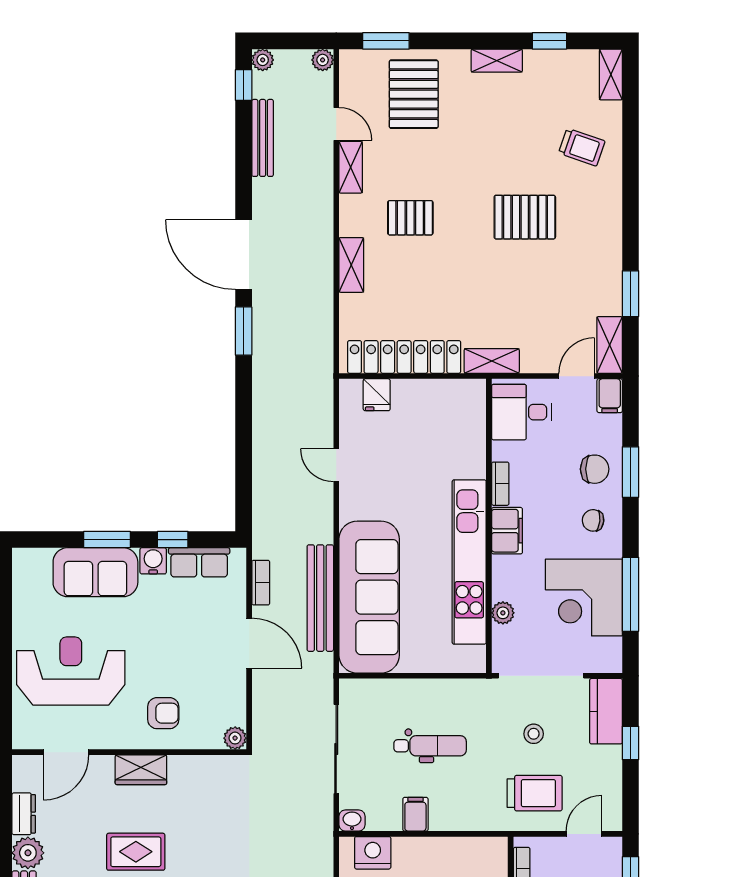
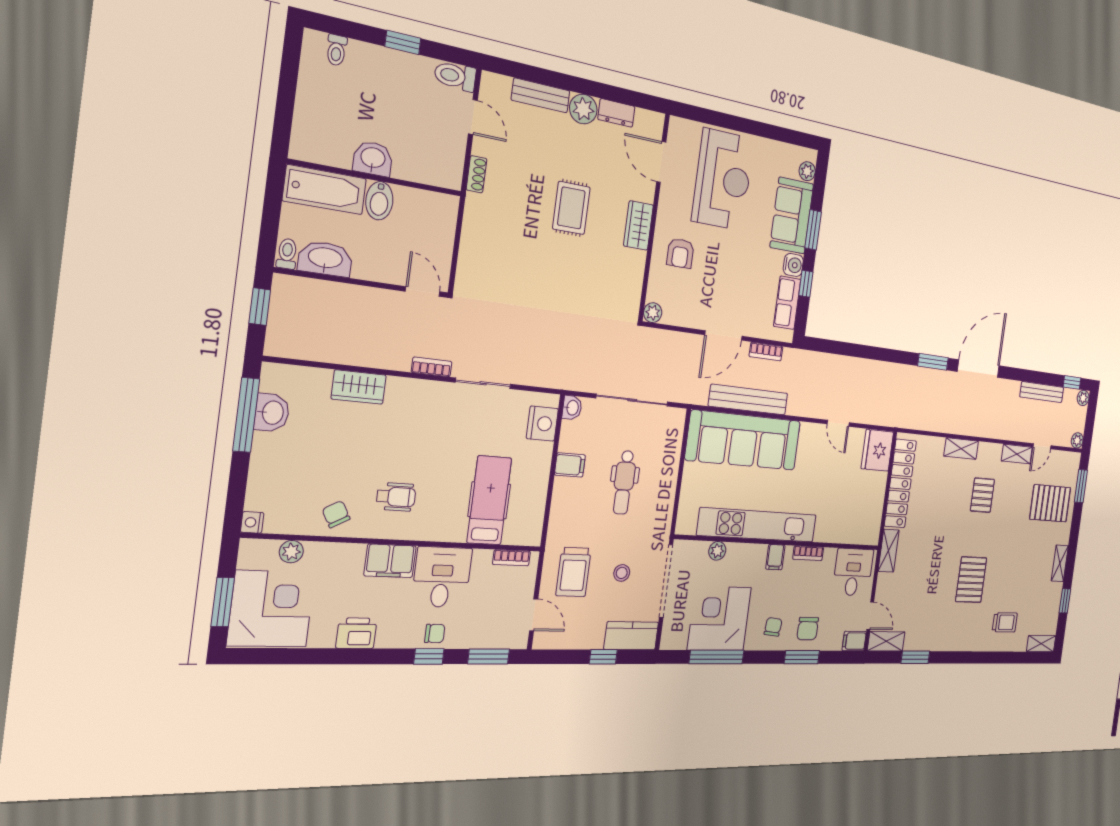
trolley: (582, 147) -> (1005, 622), turned -109
fridge: (377, 395) -> (877, 450), width x1.88, depth x1.34
door: (336, 465) -> (838, 423), swing flipped
filing cabinet: (507, 531) -> (775, 557), width x0.50
plant: (40, 559) -> (807, 171), added

